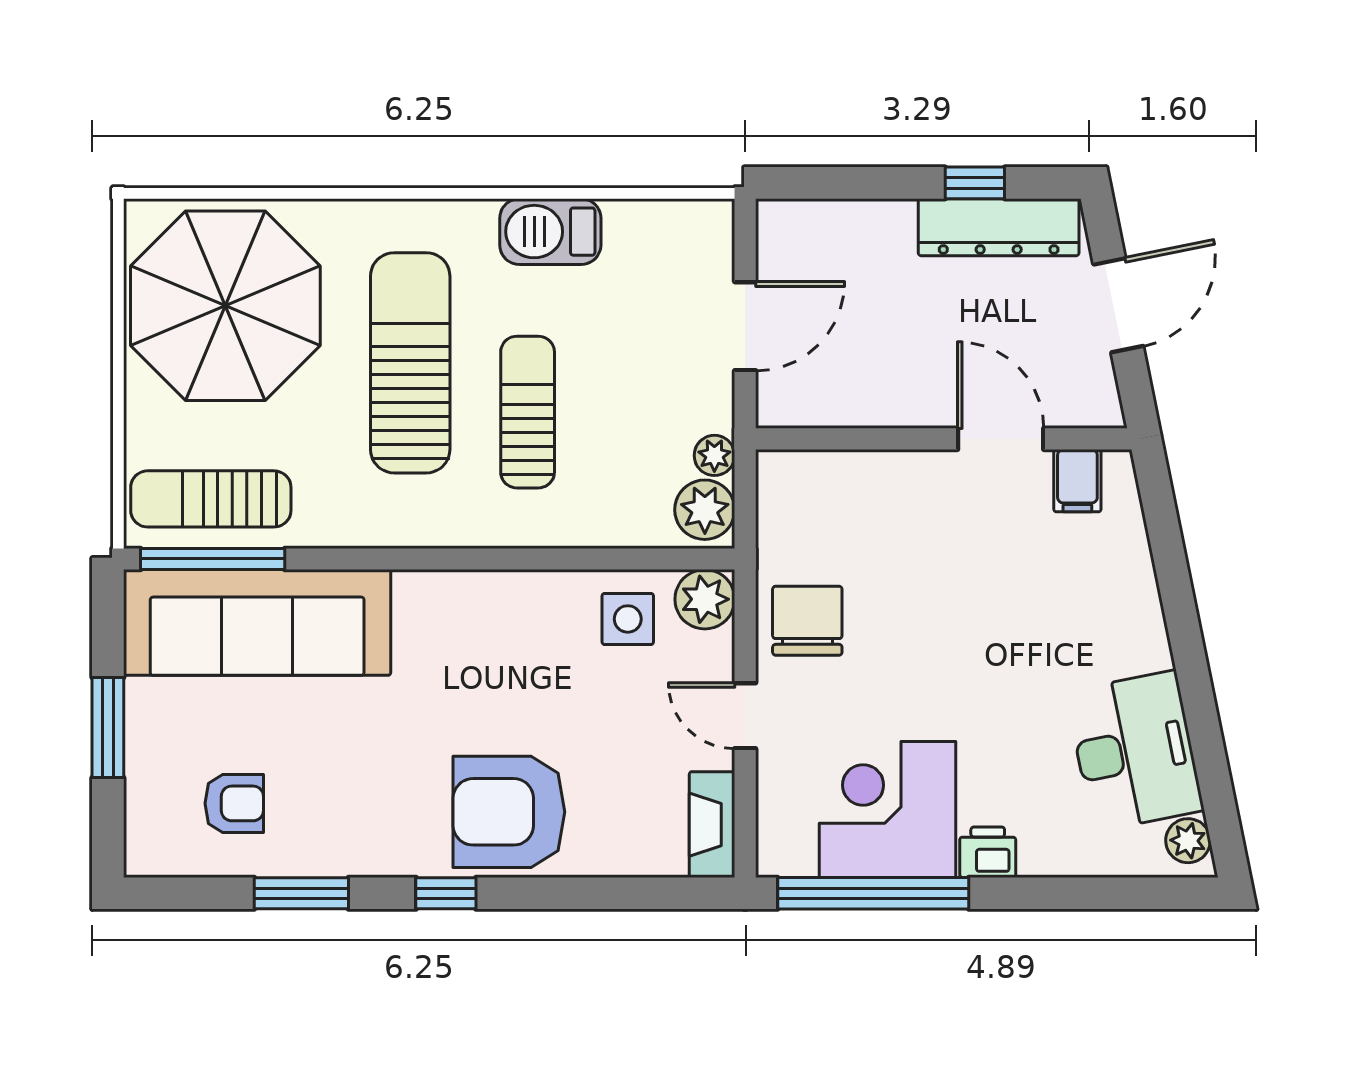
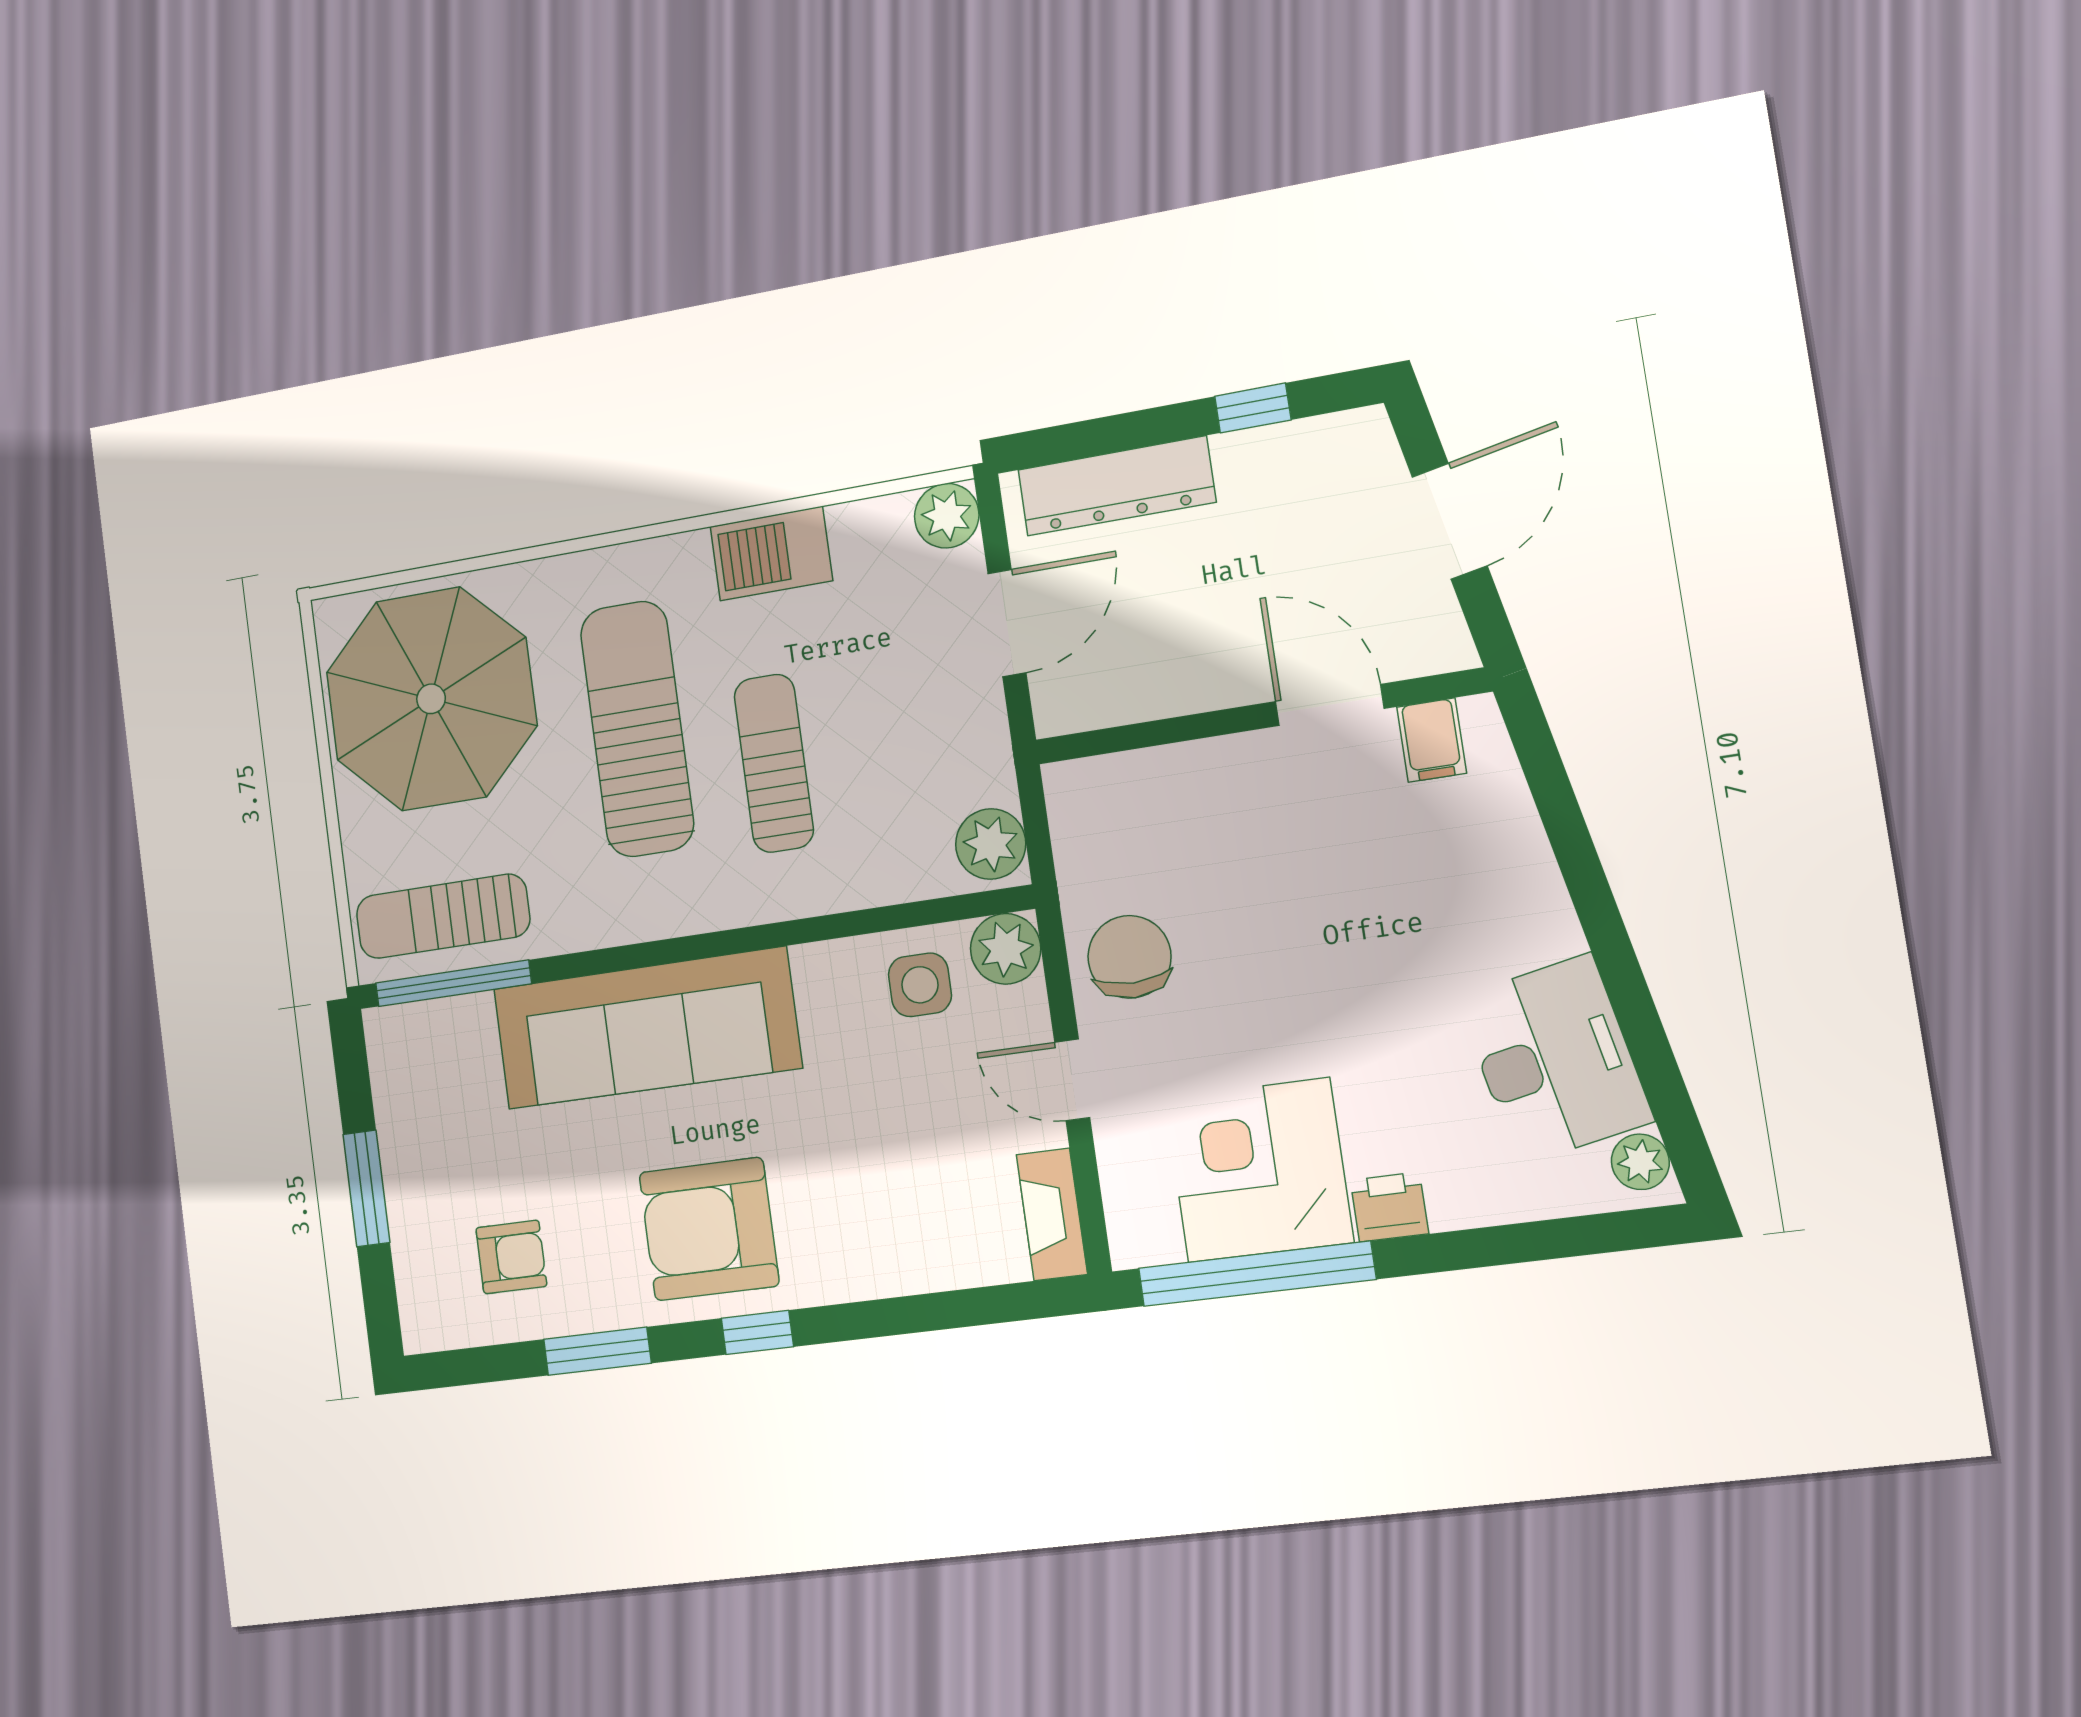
dresser: (999, 227) -> (1117, 486), moved
plant: (714, 455) -> (947, 516), moved, width x1.38, depth x1.38
sofa: (257, 622) -> (646, 1028), moved
armchair: (509, 812) -> (709, 1229), moved

